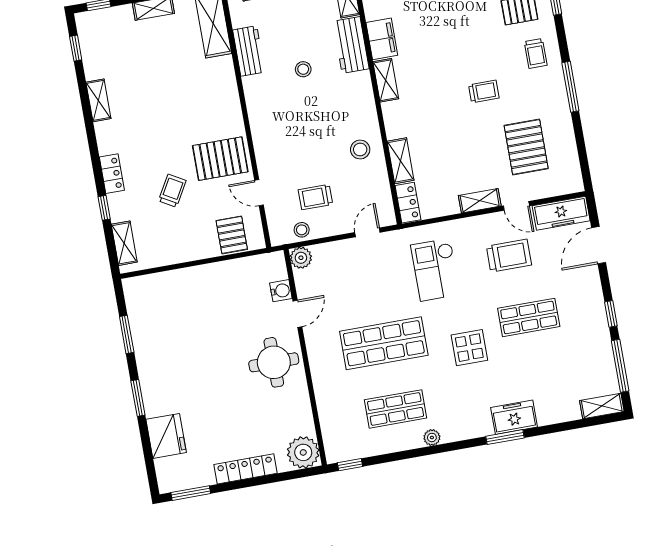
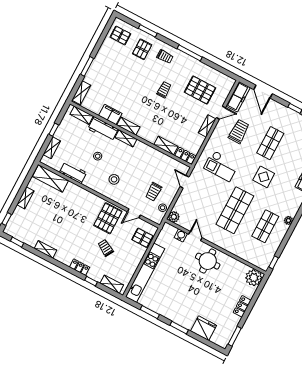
shelving: (364, 91) -> (126, 138), added
stool: (360, 150) -> (114, 179), moved
kitchen unit: (181, 280) -> (145, 273), added
locker: (245, 469) -> (242, 306), width x0.66

